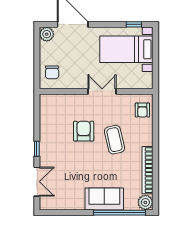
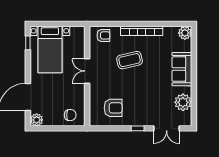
armchair: (84, 131) -> (113, 108), moved, turned 180
bookcase: (148, 170) -> (142, 31), moved
double door: (37, 182) -> (167, 128), swing flipped
plant: (67, 200) -> (183, 102), added
window: (119, 213) -> (194, 56), removed

